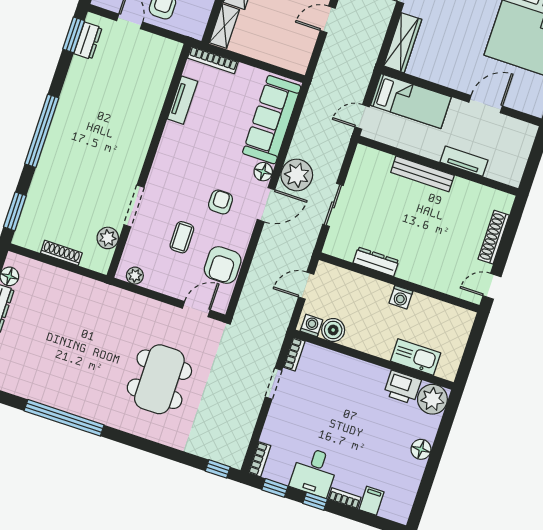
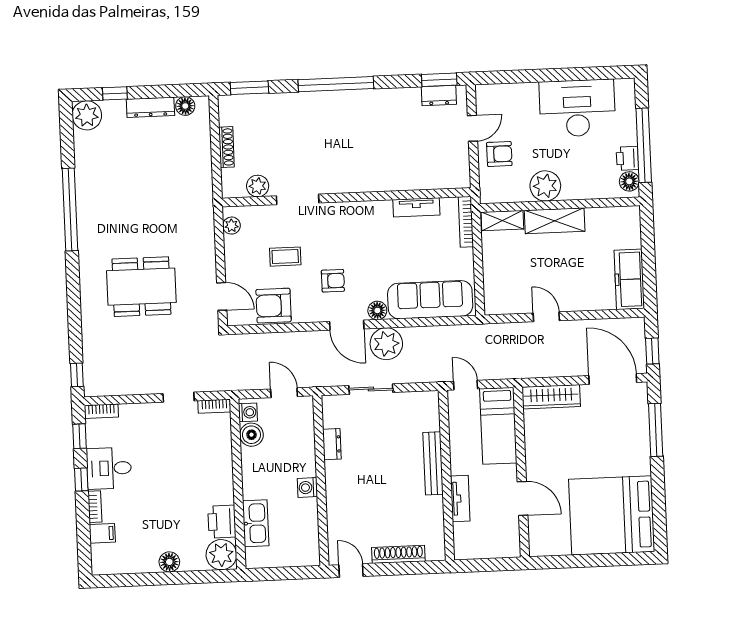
dresser: (376, 262) -> (332, 444), width x0.70

